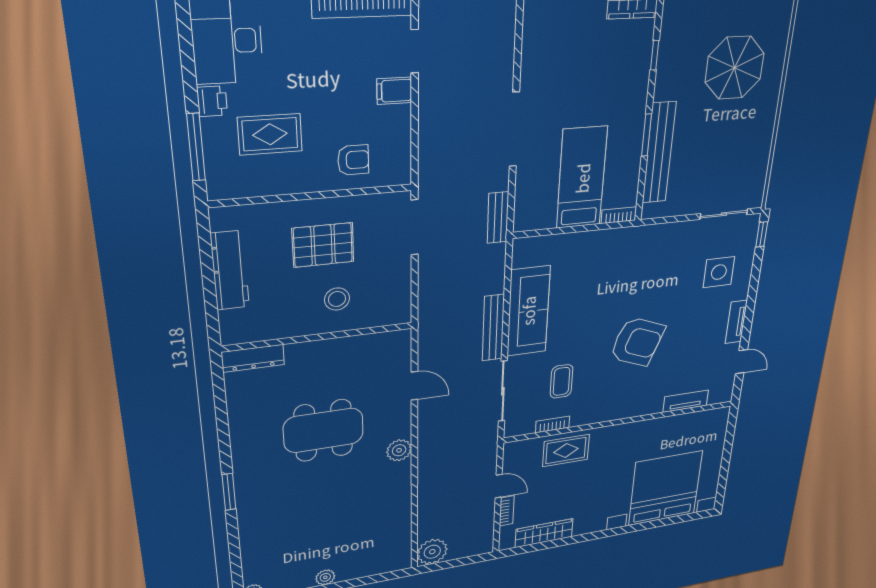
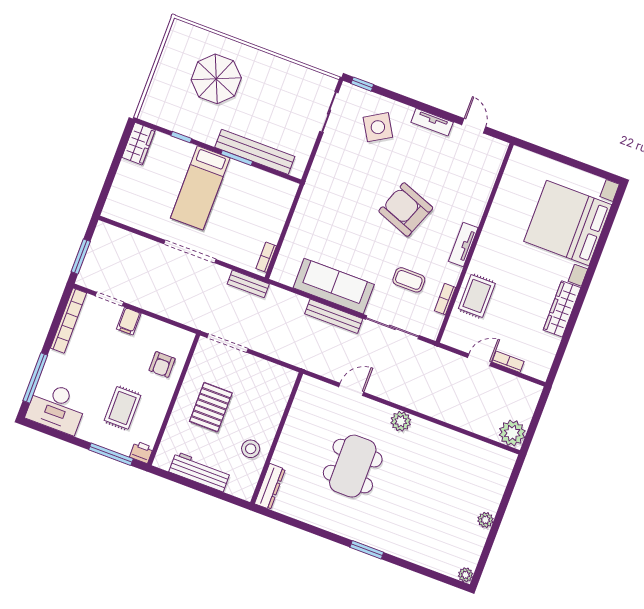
printer: (212, 101) -> (141, 452), moved
armchair: (353, 160) -> (162, 365), turned 180
bed: (582, 178) -> (200, 188), moved, turned -90
bookcase: (619, 215) -> (266, 257), moved
side table: (719, 272) -> (378, 127), turned -31
stool: (337, 299) -> (251, 449), moved
armchair: (637, 342) -> (406, 210), turned -90
door: (741, 362) -> (474, 126), hinge flipped
tv unit: (686, 401) -> (463, 244), moved
wardrobe: (544, 533) -> (562, 309), moved

